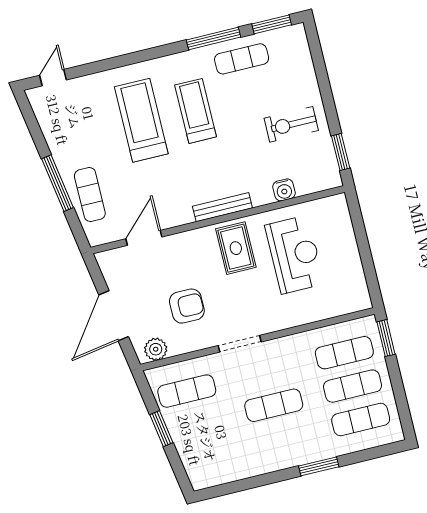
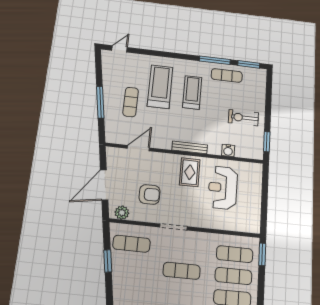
exercise mat: (90, 195) -> (131, 102), moved
reception desk: (295, 255) -> (223, 188), turned 180

